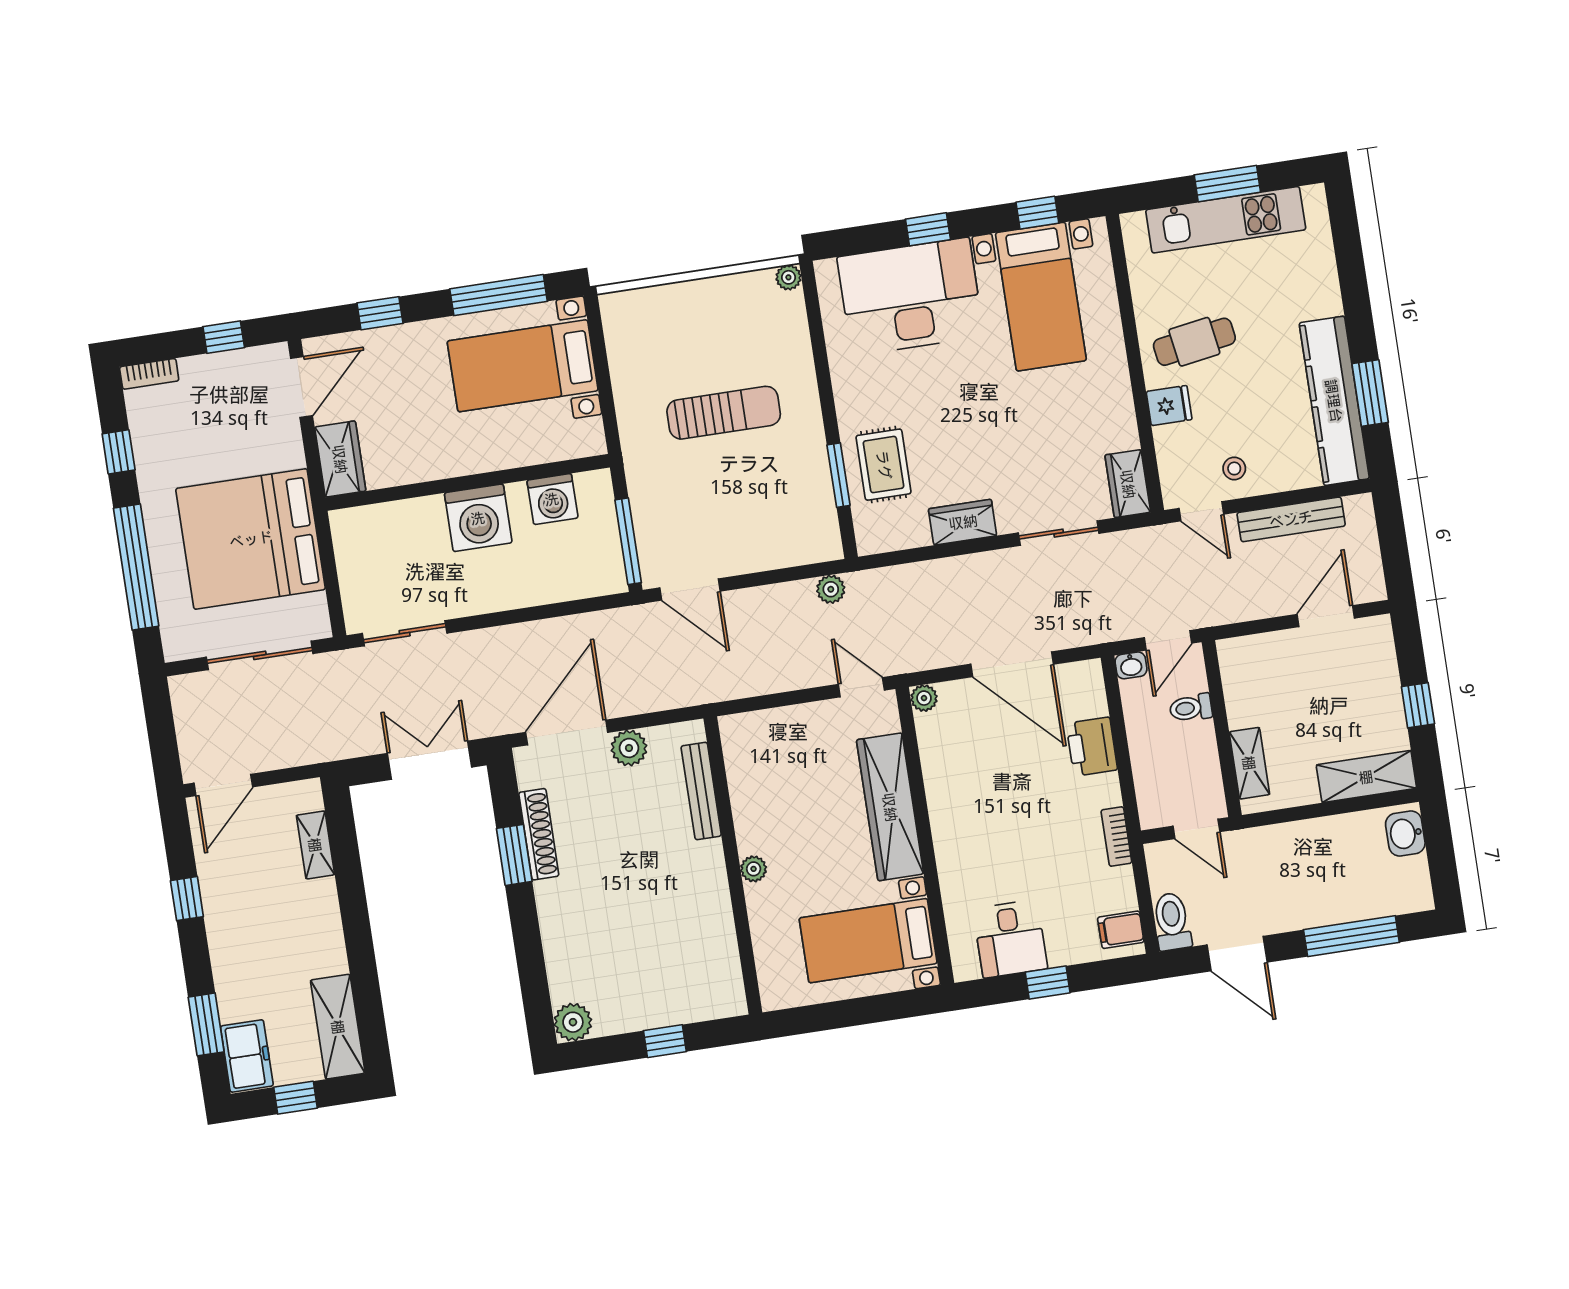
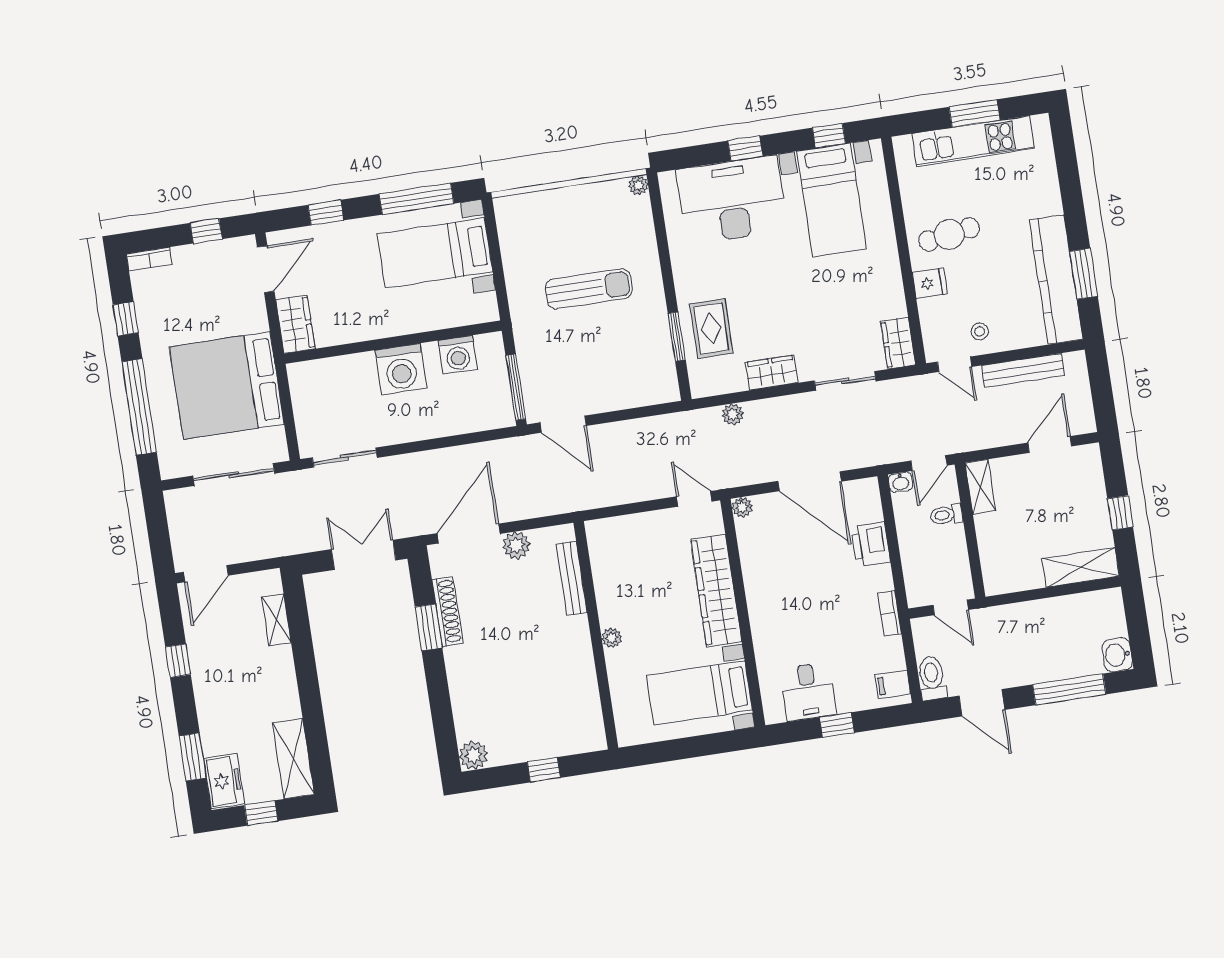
plant: (831, 589) -> (733, 414), moved
shelving: (1249, 763) -> (980, 487), moved
washbasin: (1405, 833) -> (1117, 655), moved

